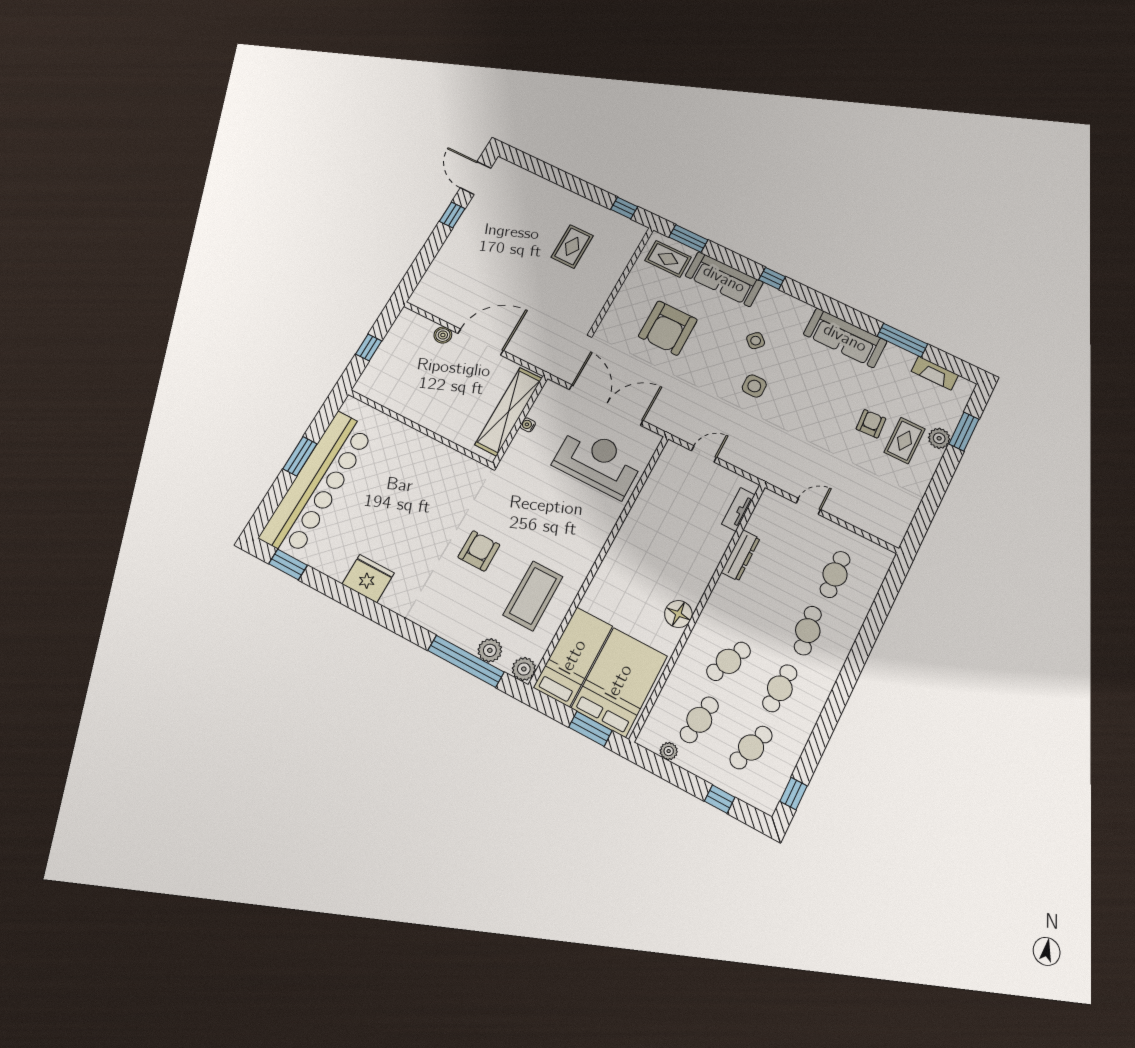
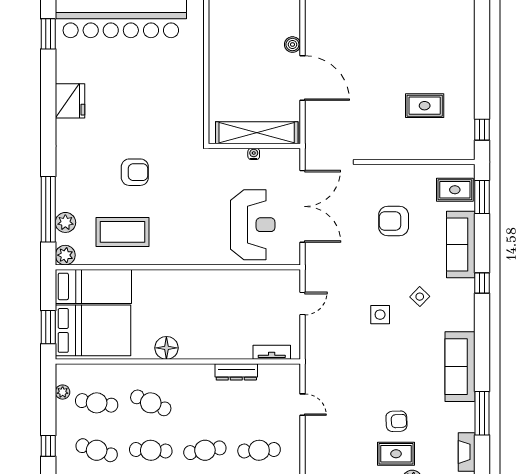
rug: (668, 259) -> (455, 190), turned 90
armchair: (668, 328) -> (394, 221), width x0.73, depth x0.73
door: (704, 454) -> (303, 303), hinge flipped

